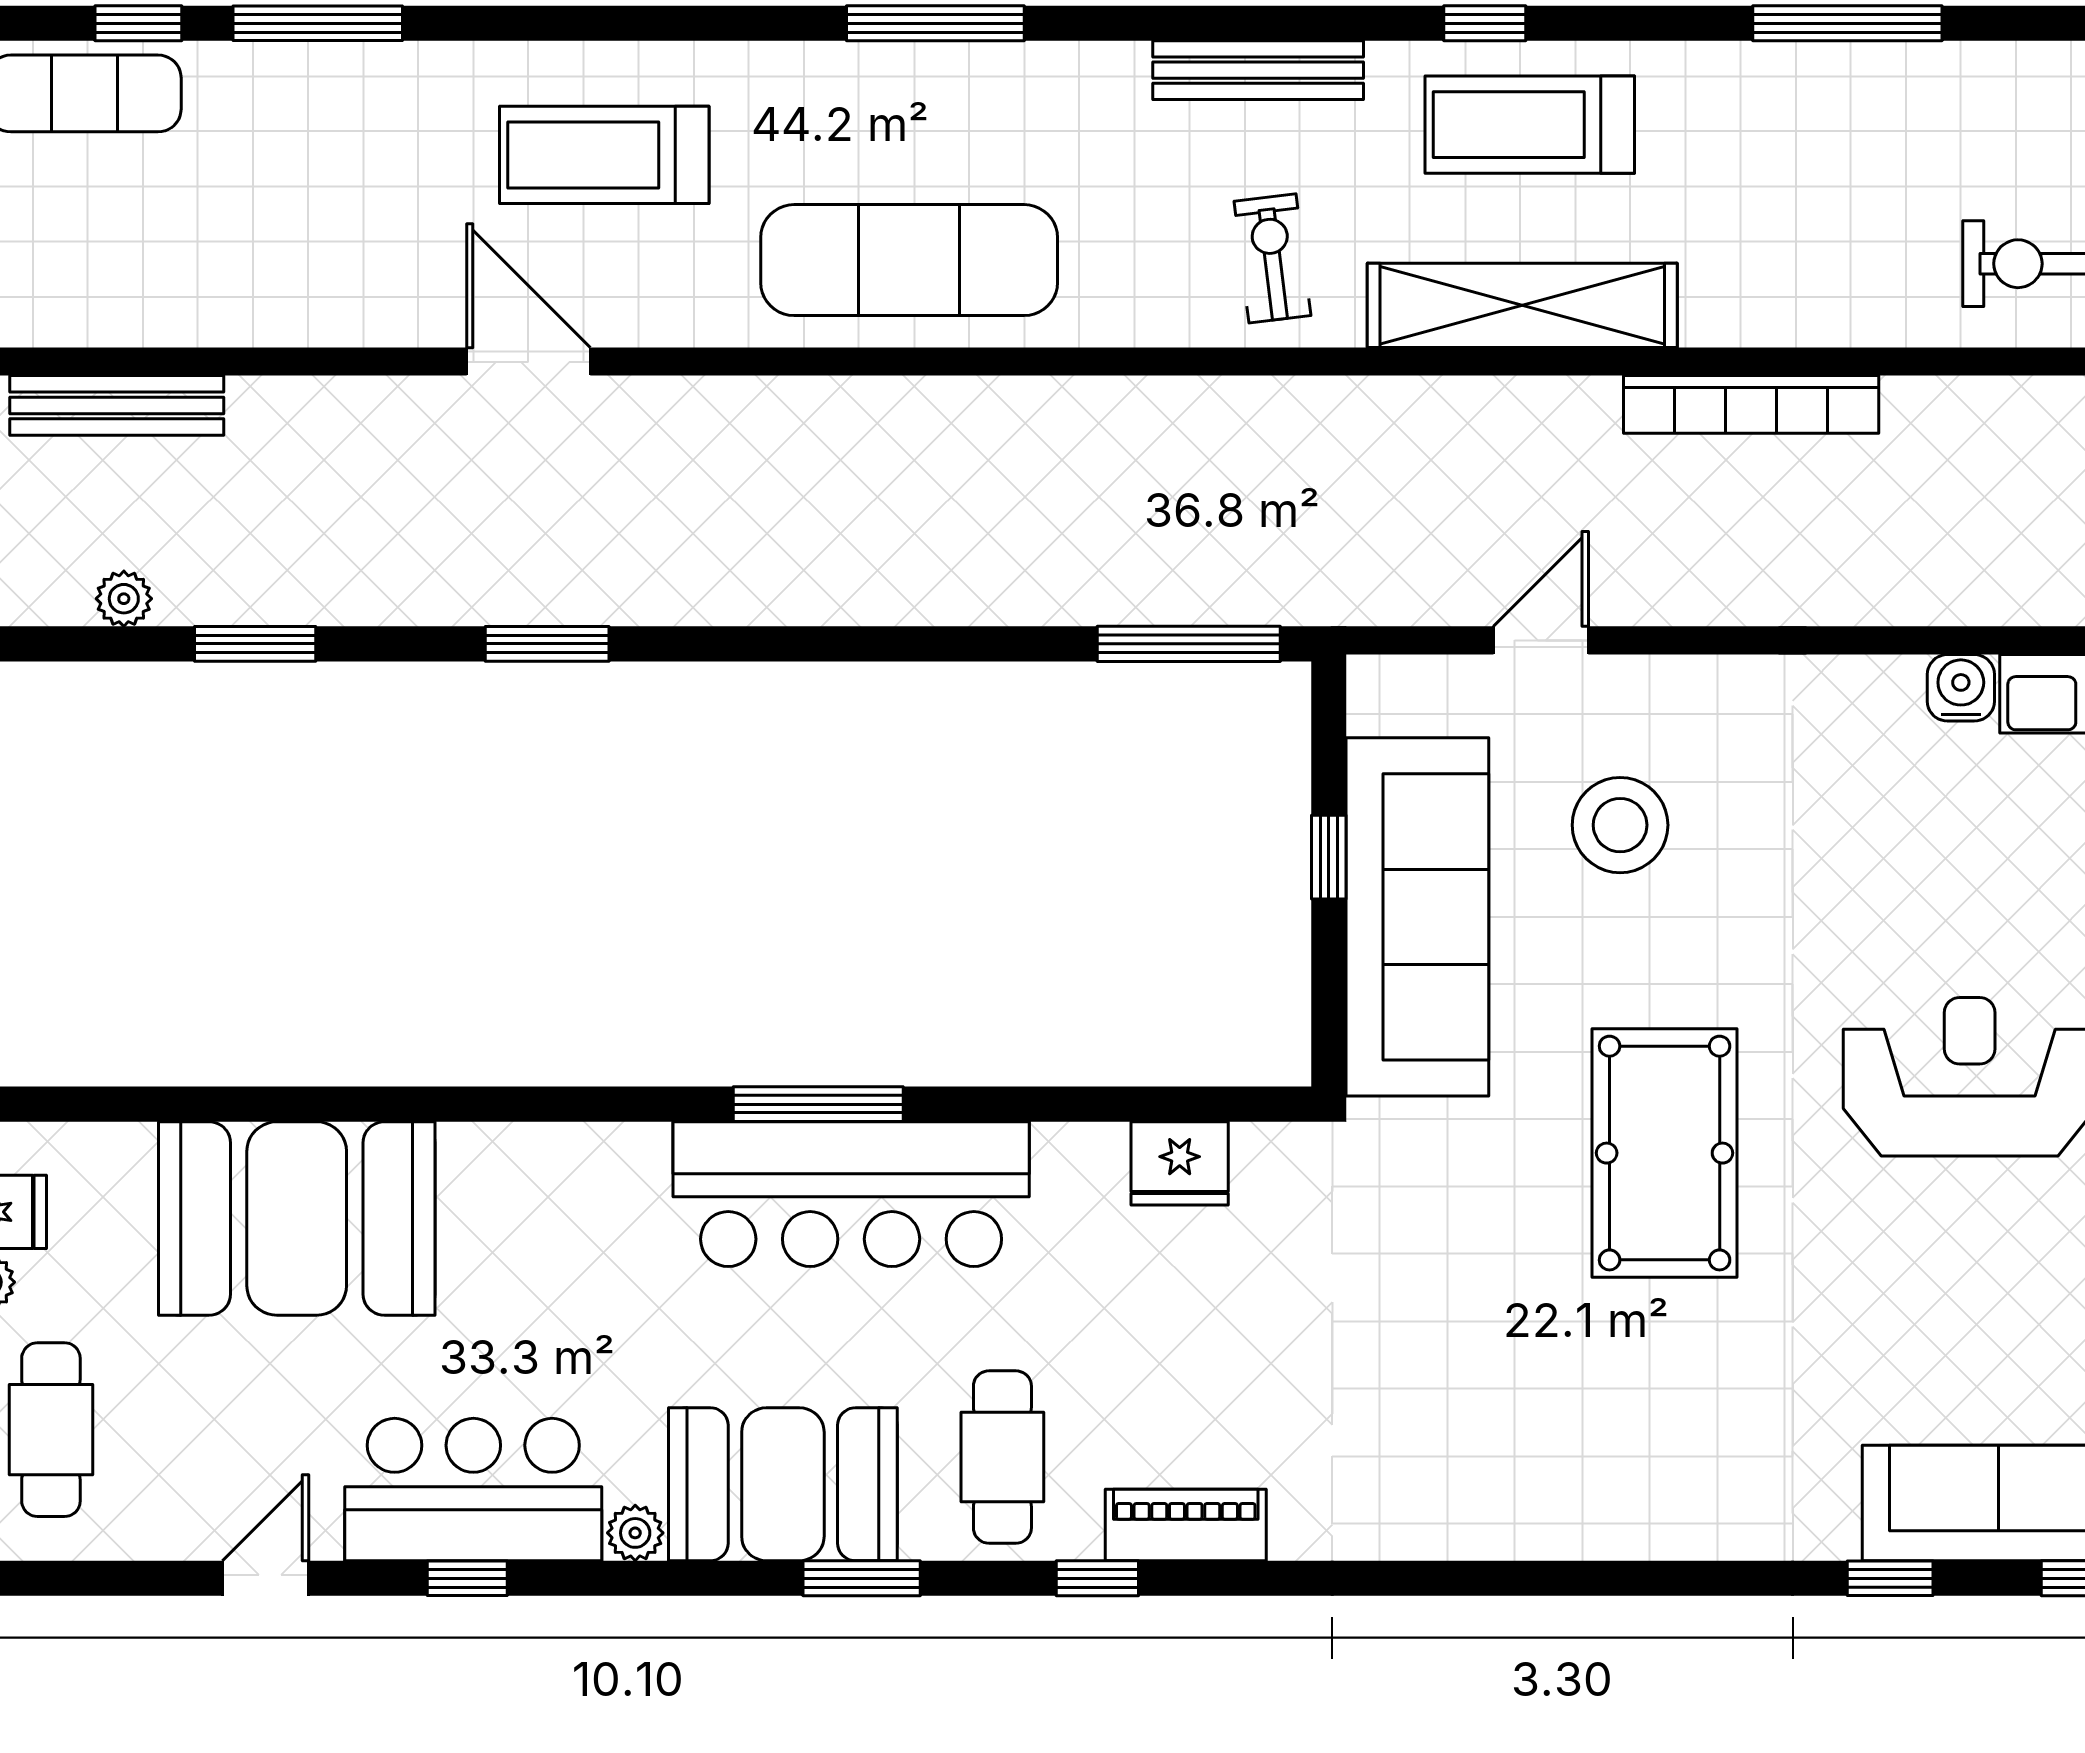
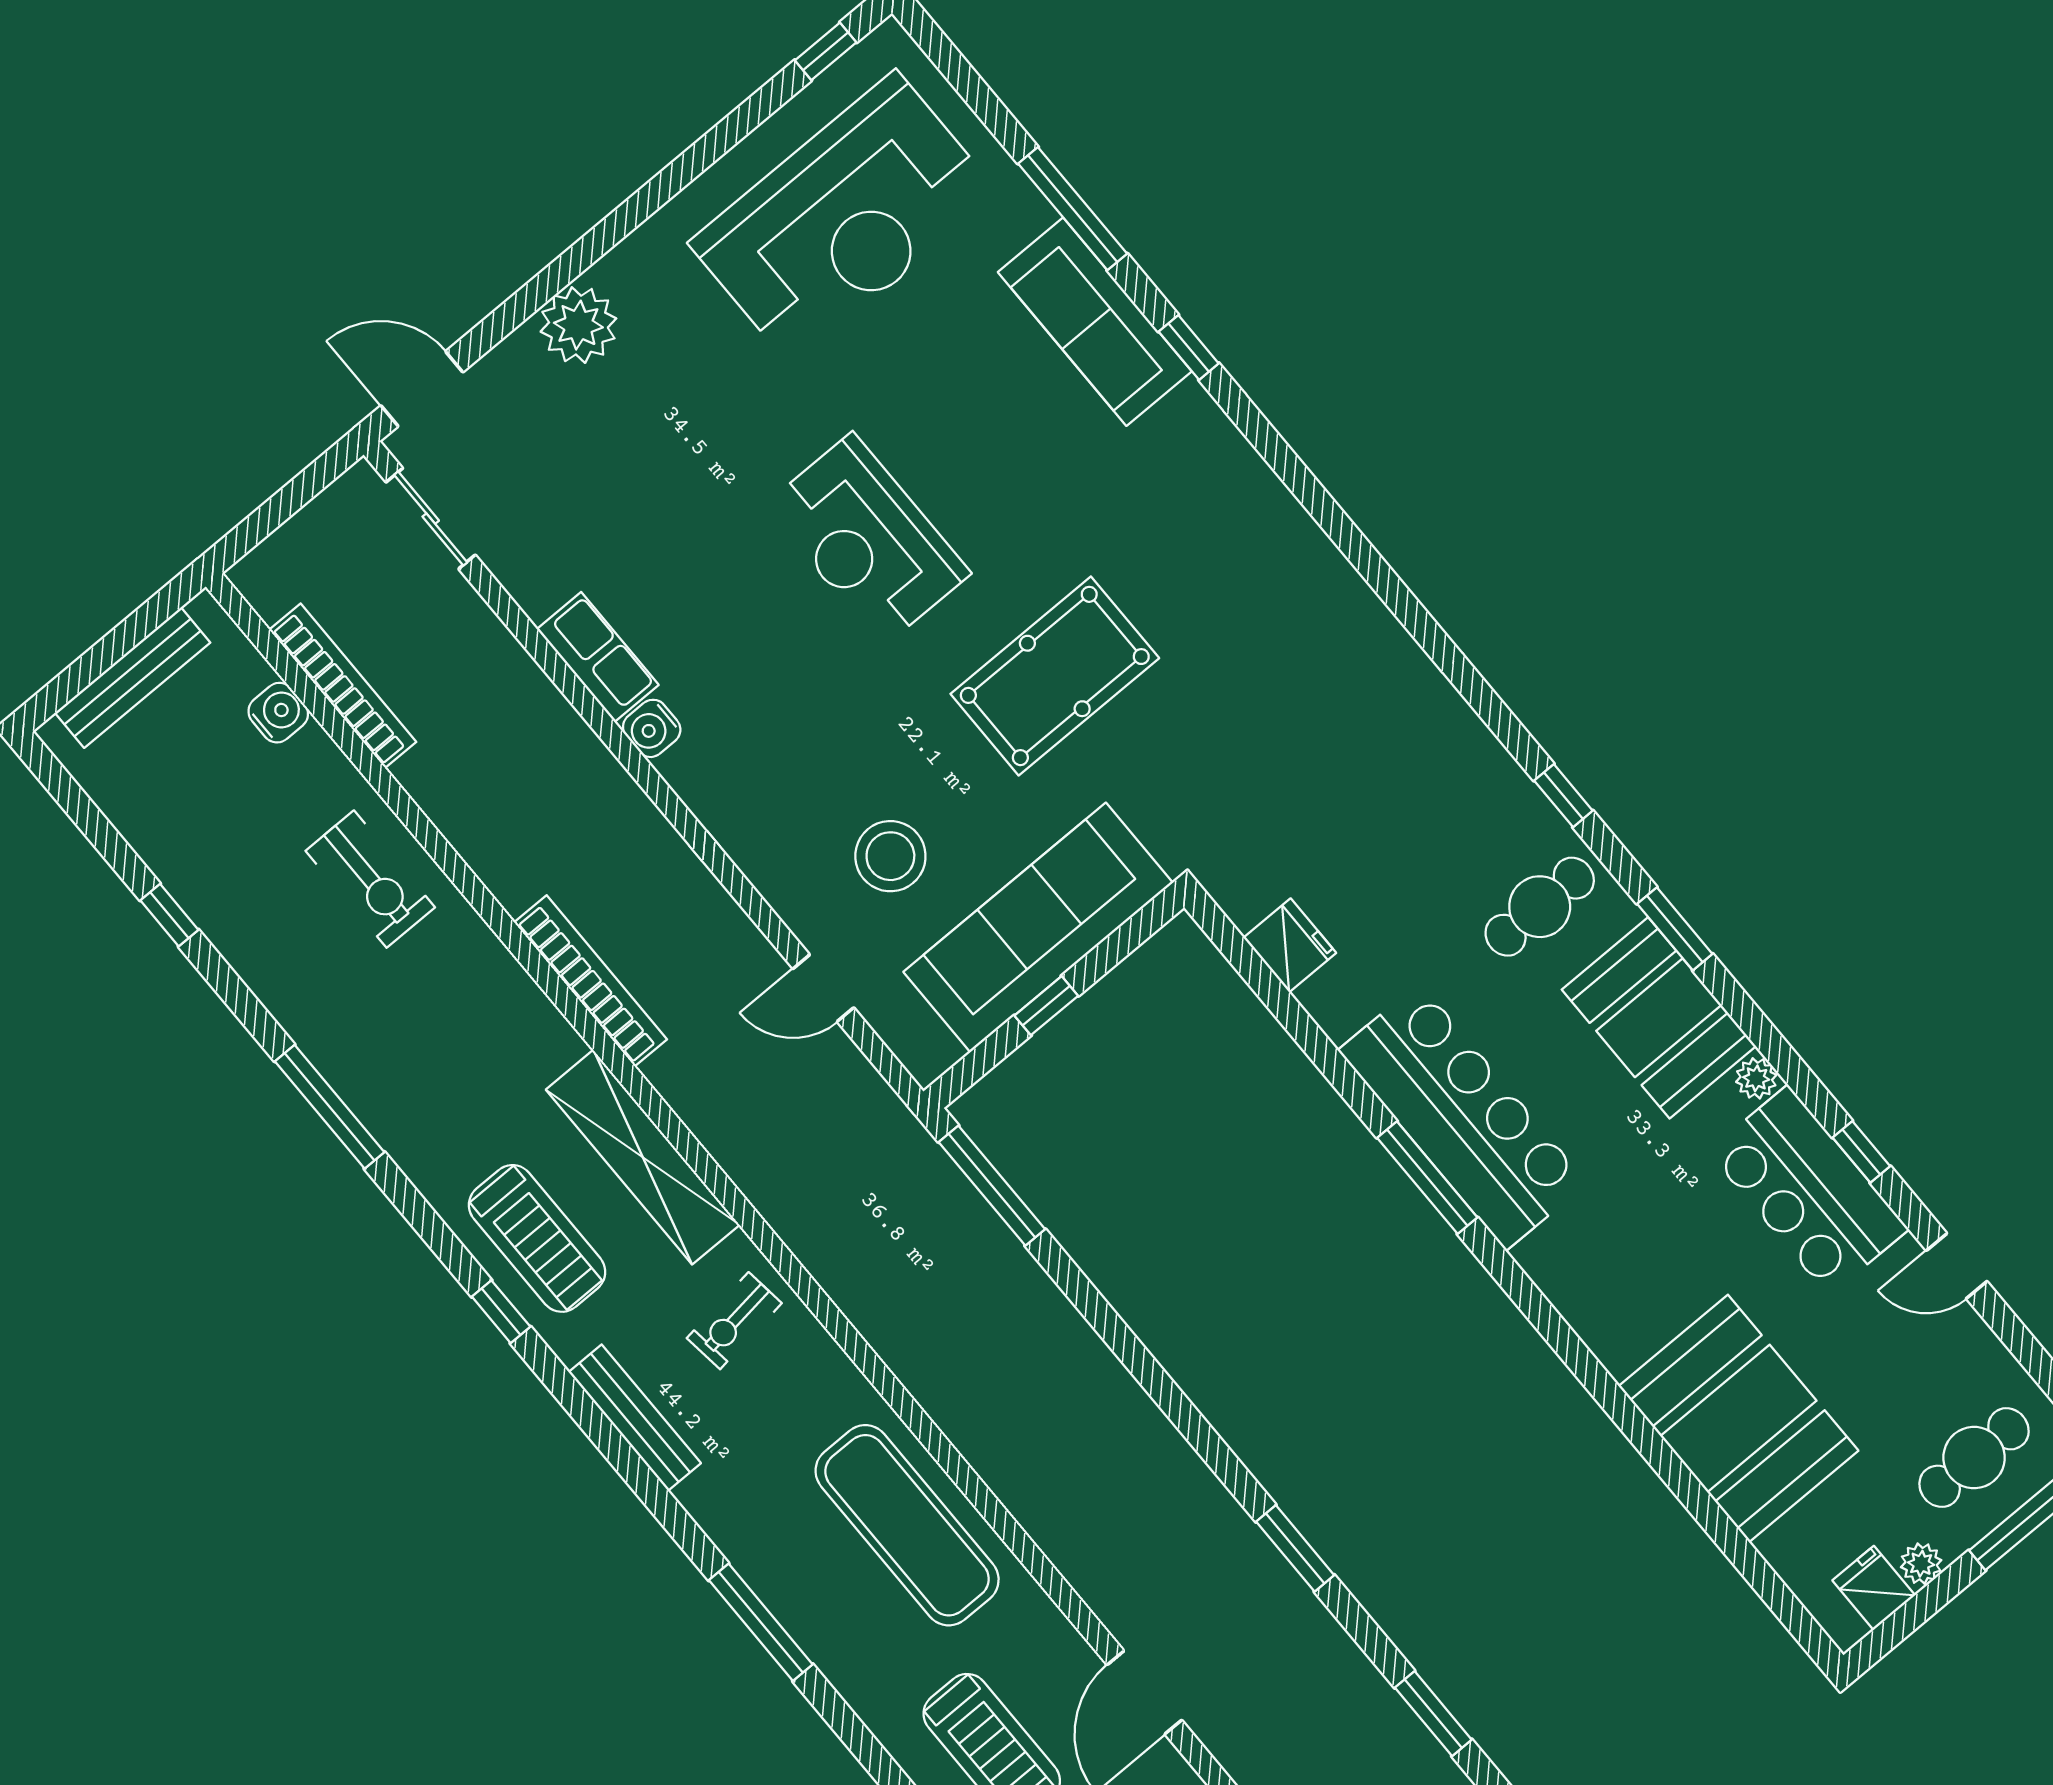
piano: (1186, 1525) -> (1491, 771), removed

